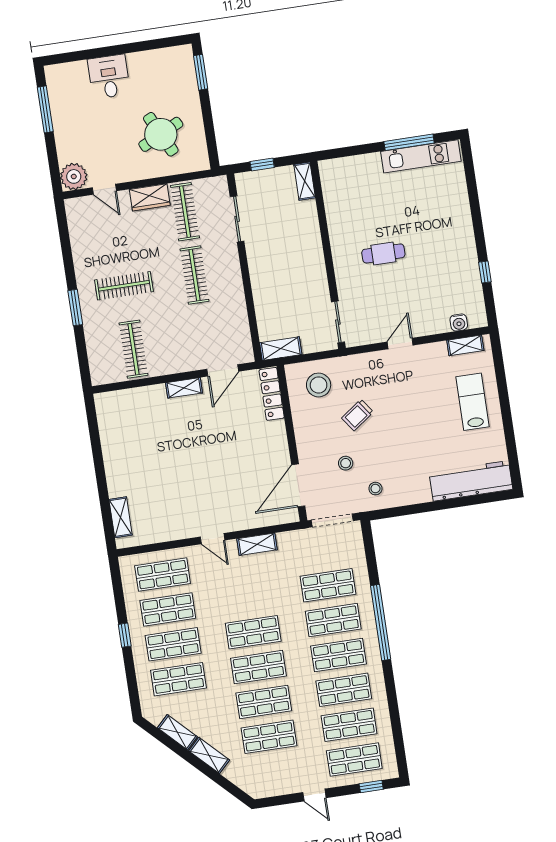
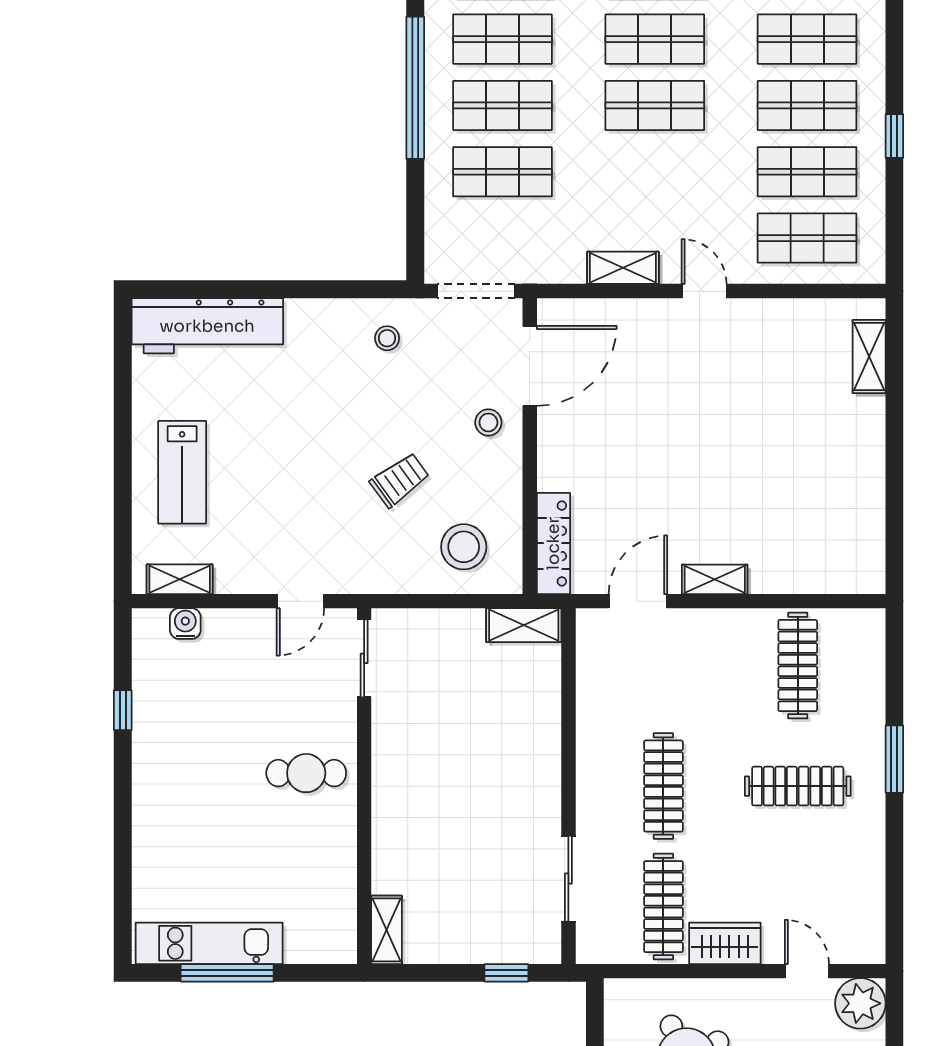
shelving: (305, 181) -> (387, 930), moved
wall: (328, 255) -> (364, 786), moved
sliding door: (338, 322) -> (364, 658), moved
stool: (346, 463) -> (488, 422), moved

